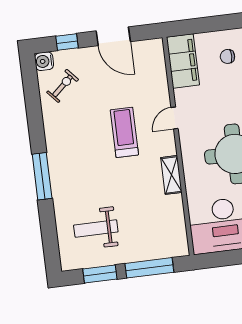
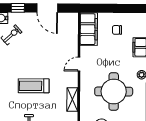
treadmill: (124, 132) -> (34, 86), moved, turned -90

